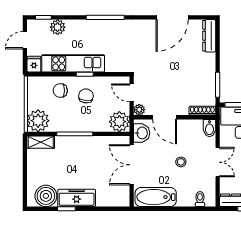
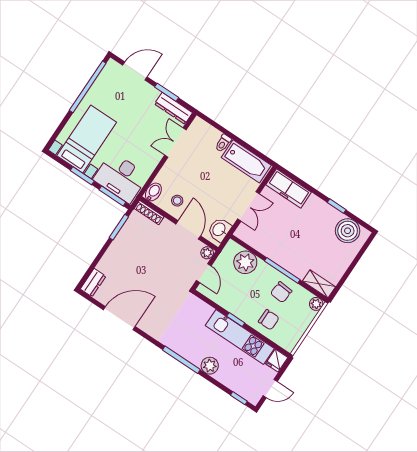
plant: (58, 27) -> (210, 366), moved
dresser: (209, 36) -> (93, 283), width x0.70
chair: (86, 96) -> (281, 292), moved
plant: (38, 121) -> (316, 304), width x0.53, depth x0.53
plant: (119, 122) -> (245, 262), moved
stool: (181, 162) -> (177, 201), moved
double door: (218, 162) -> (175, 143), moved
double door: (132, 165) -> (249, 206), width x0.73
freezer: (77, 198) -> (289, 188), moved
toilet: (200, 199) -> (223, 143), moved

